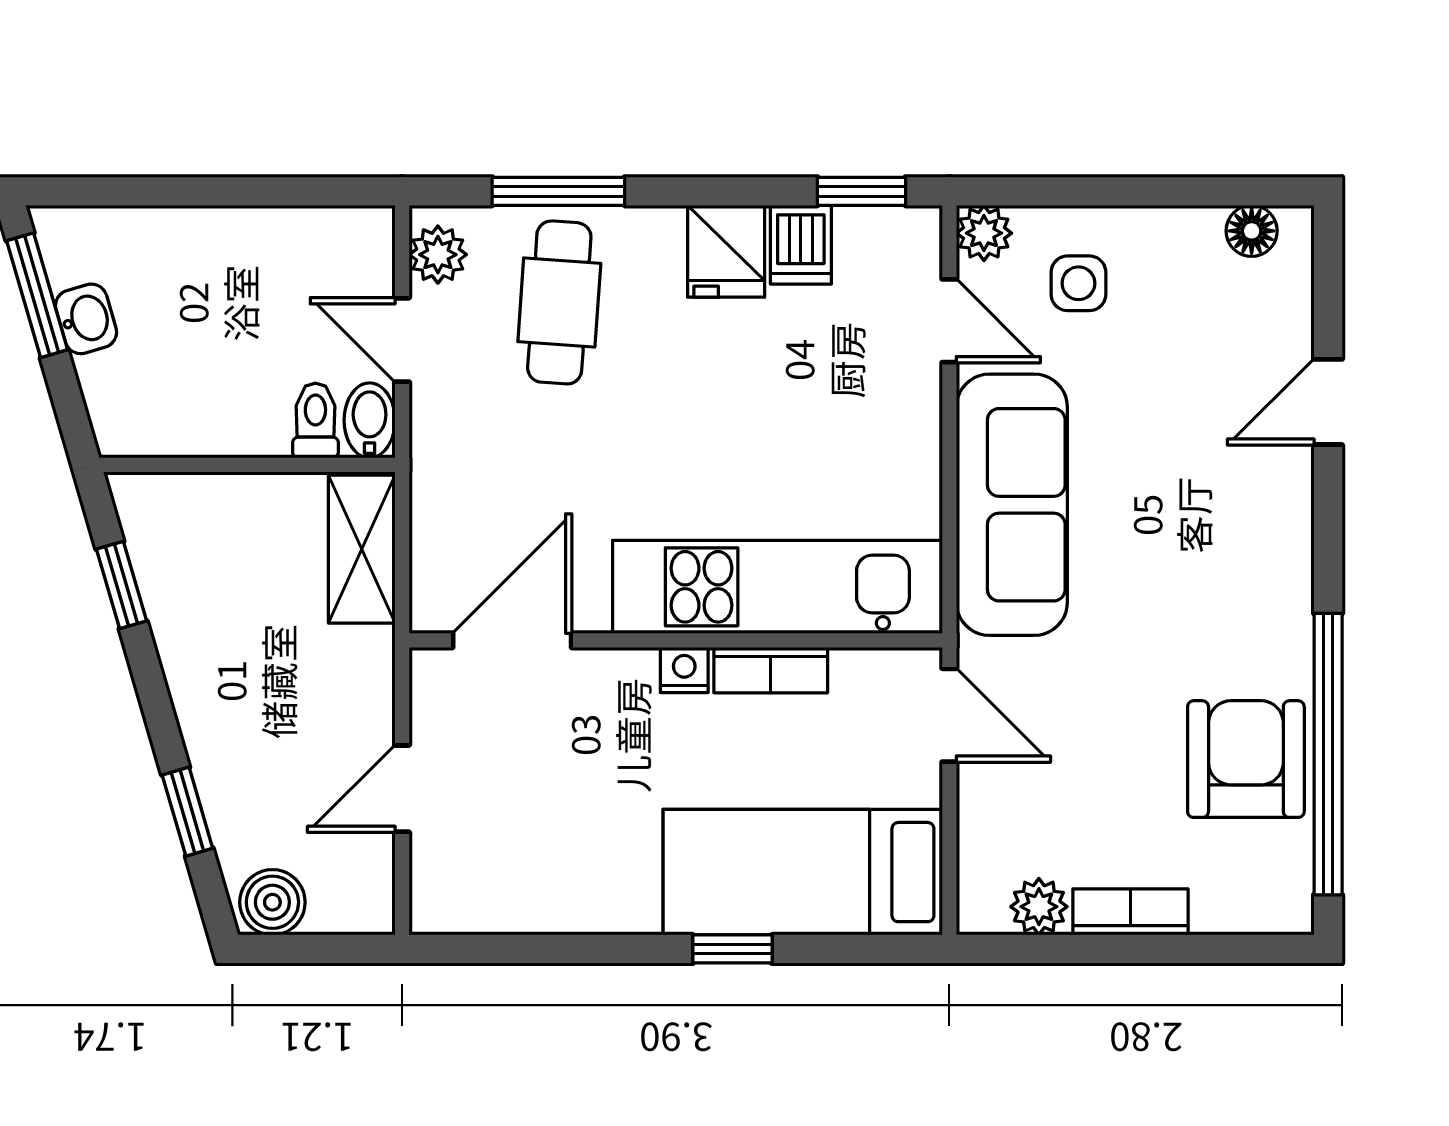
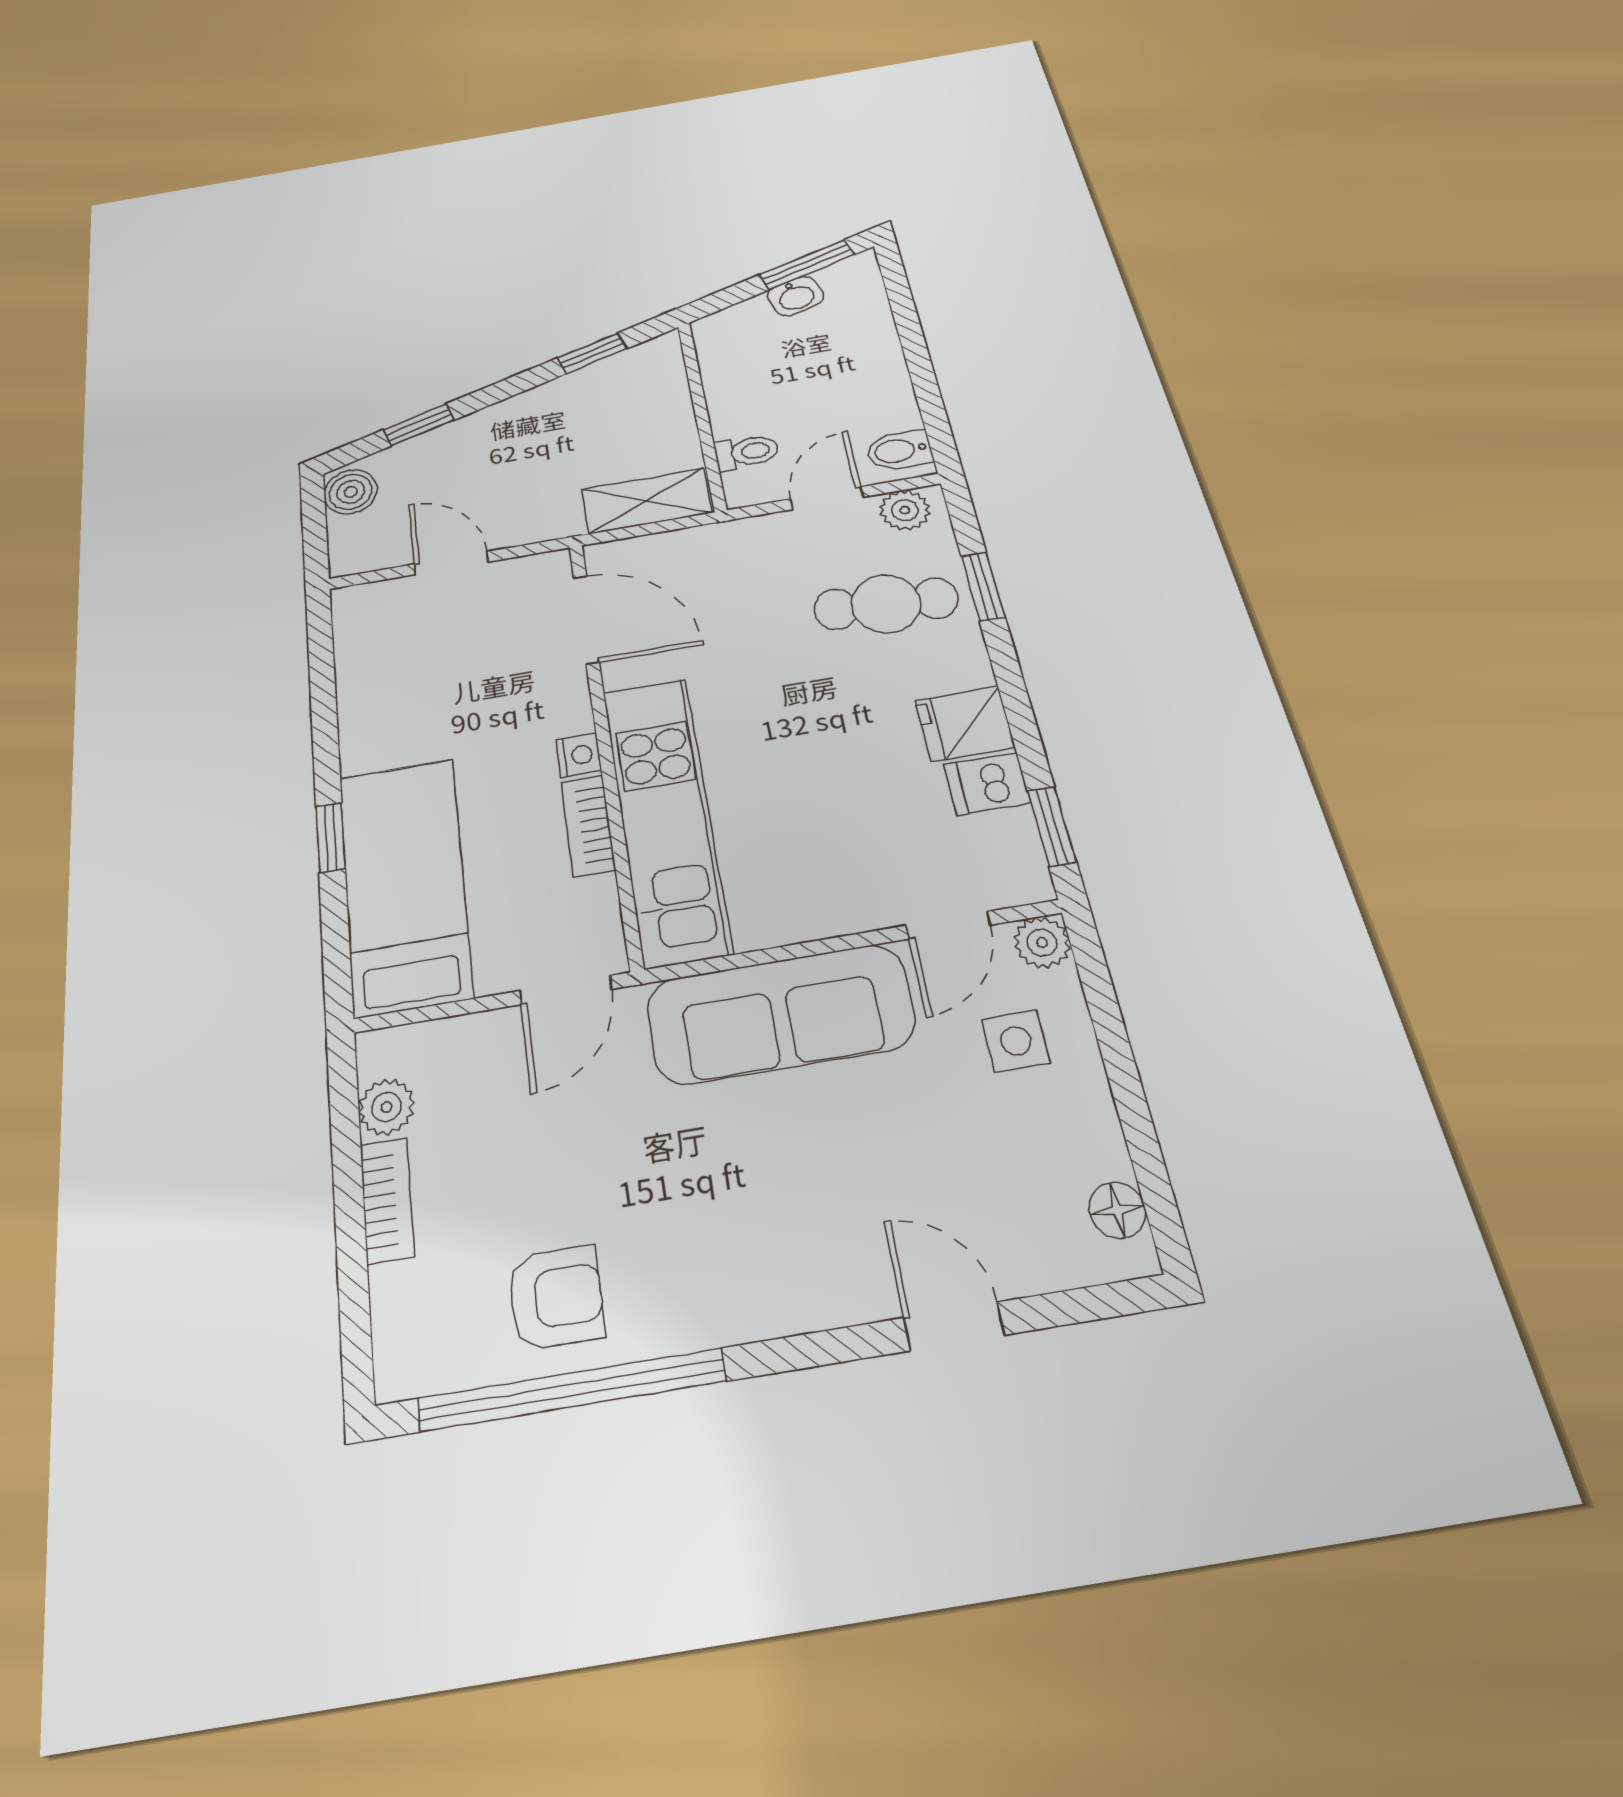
window: (558, 191) -> (983, 586), width x0.67
bidet: (370, 420) -> (899, 450), moved, turned 180
armchair: (1246, 759) -> (556, 1297), width x0.72, depth x0.72

